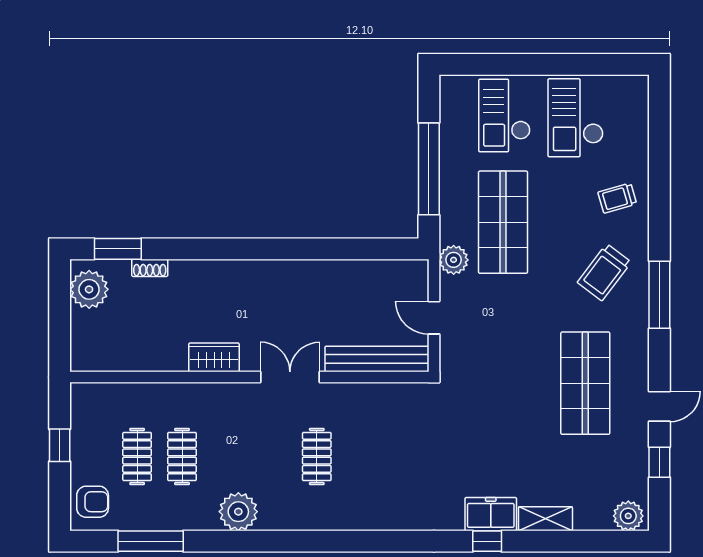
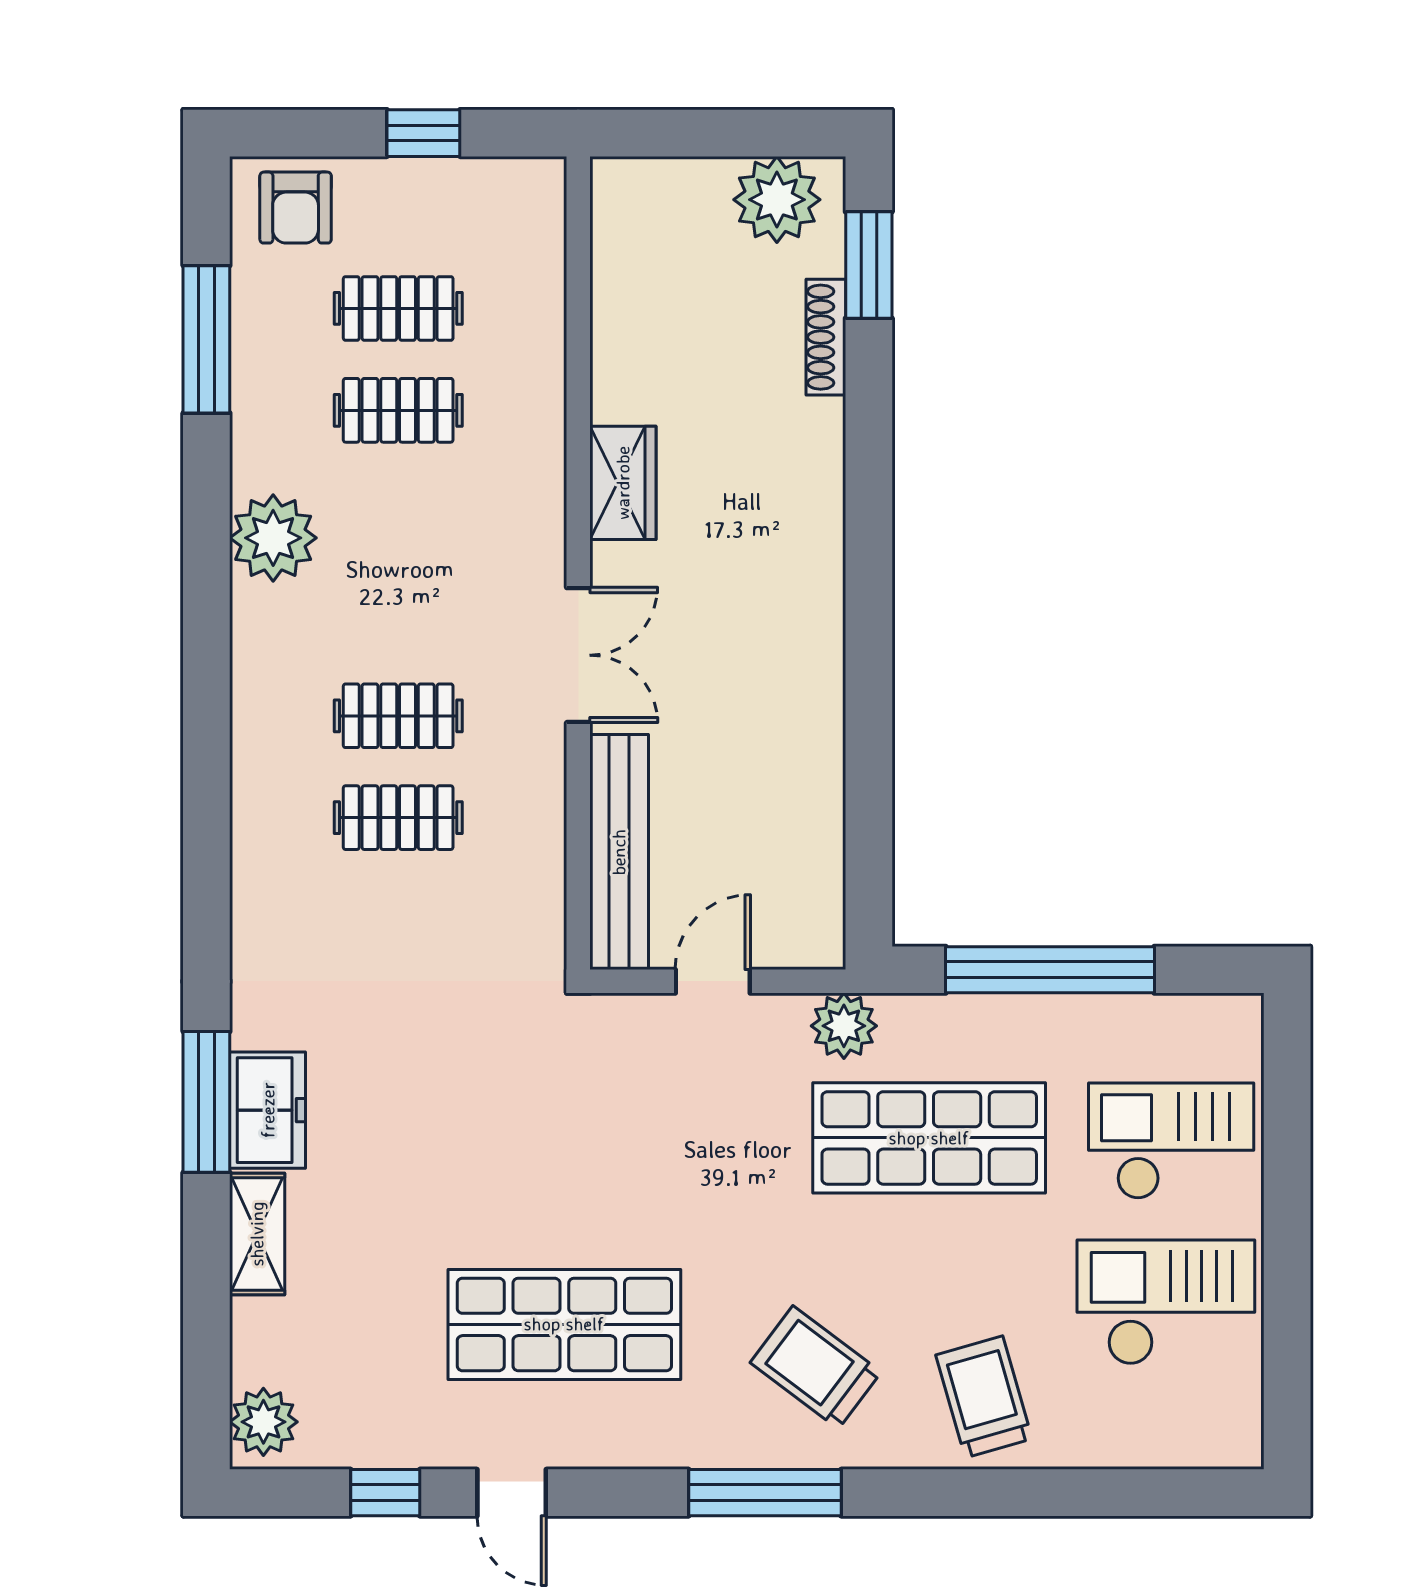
trolley: (617, 198) -> (984, 1397), width x1.36, depth x1.39
shoe rack: (150, 268) -> (826, 337), width x1.43
clothes rail: (362, 456) -> (398, 818), added
window: (487, 541) -> (206, 1102), width x2.17

